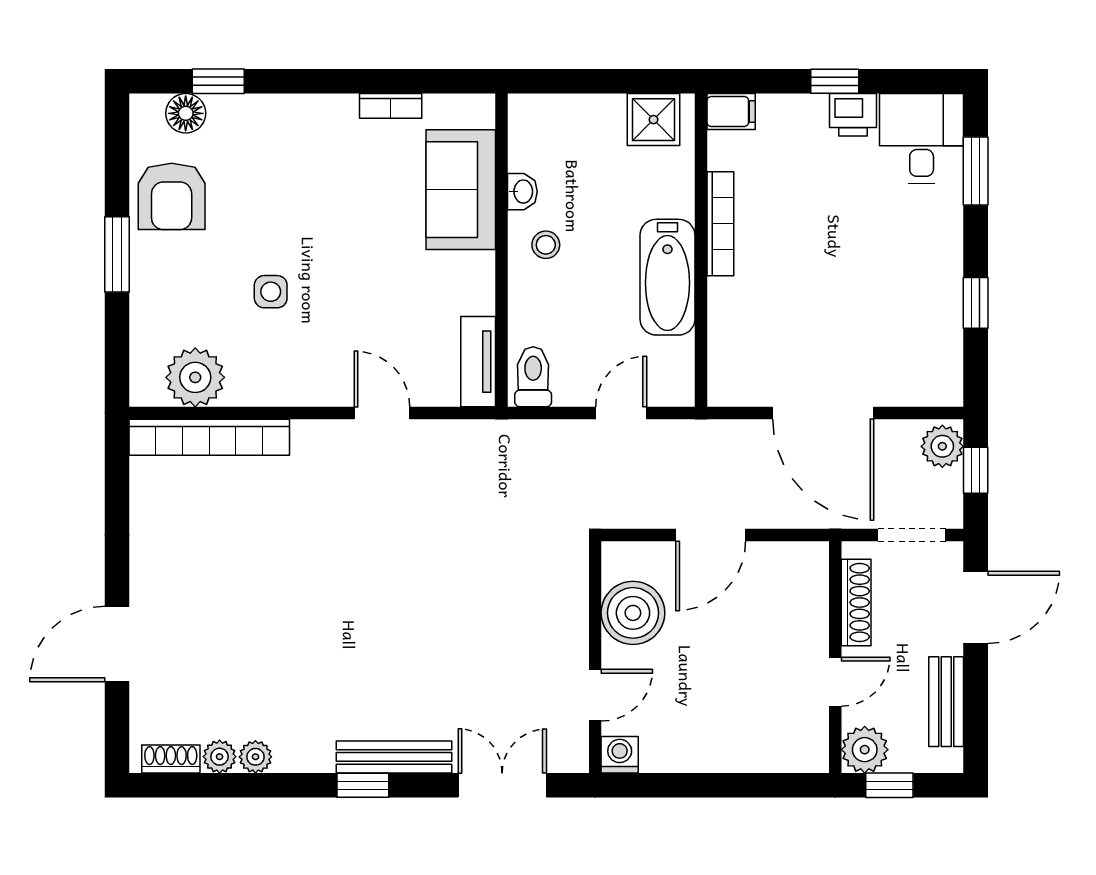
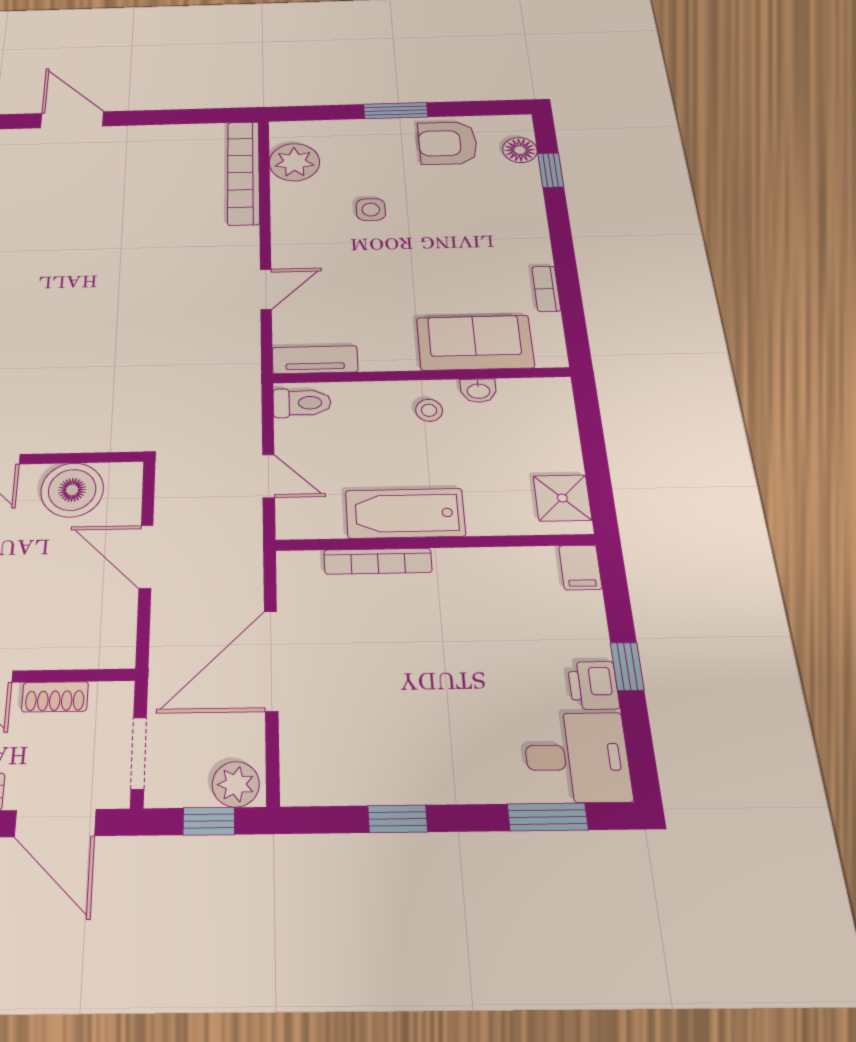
bookcase: (720, 224) -> (378, 561), moved
shoe rack: (856, 602) -> (55, 697), width x0.70

